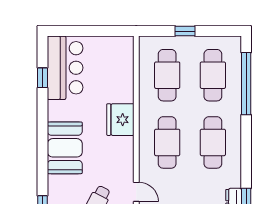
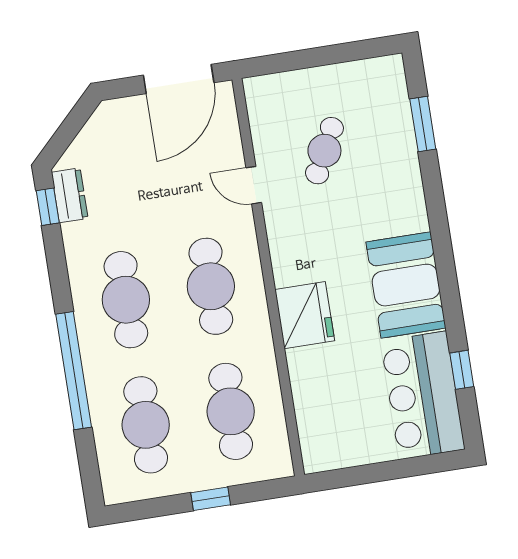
window: (246, 84) -> (74, 371), moved
booth: (65, 148) -> (406, 285), moved

